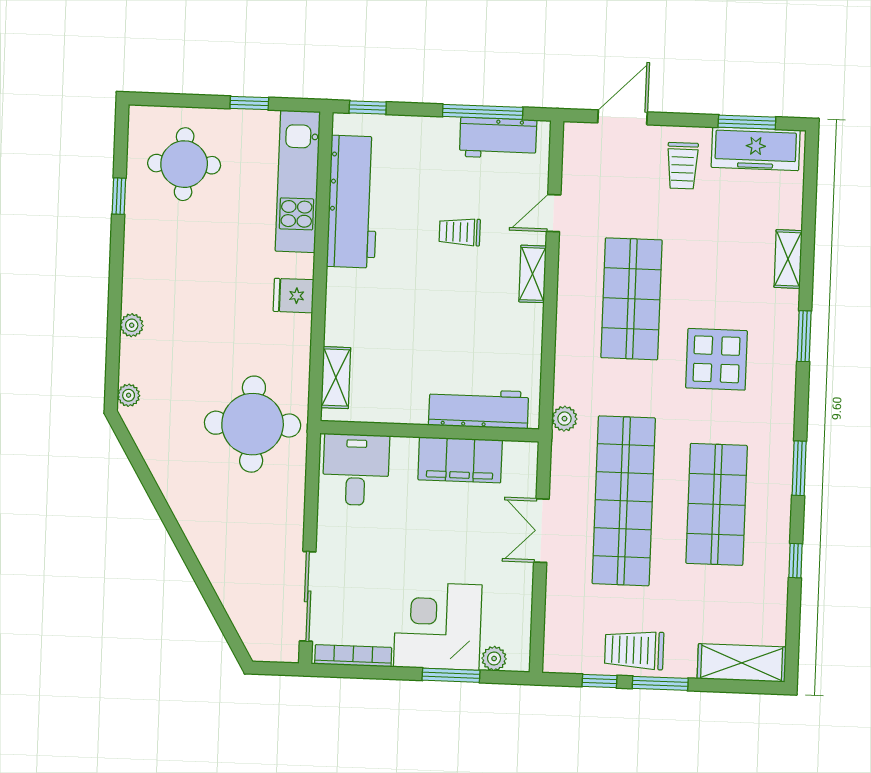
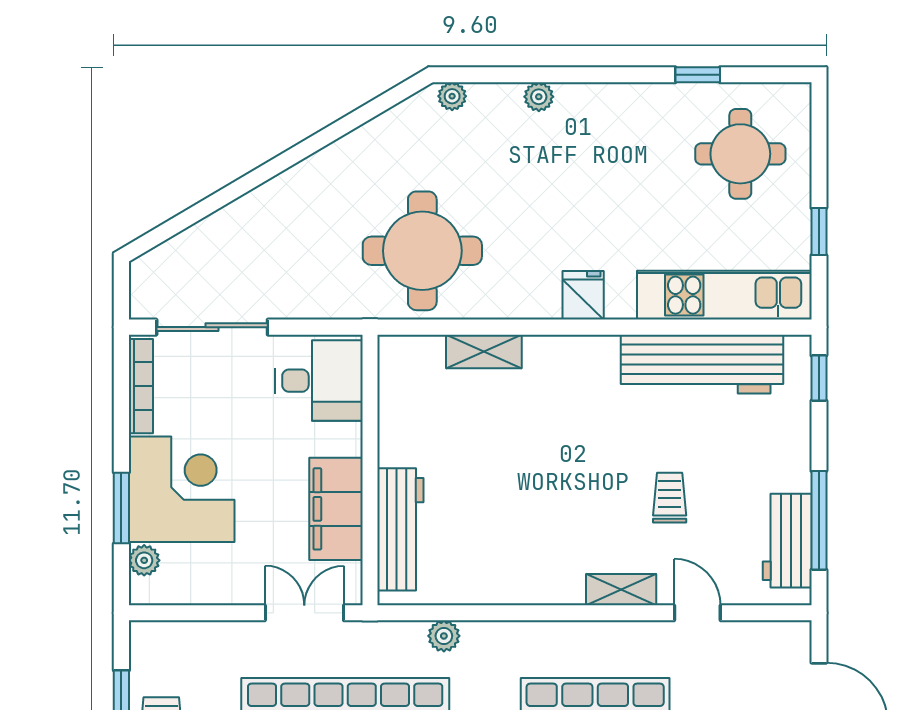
workbench: (479, 409) -> (400, 529), moved
wall: (430, 431) -> (370, 470), moved
filing cabinet: (460, 460) -> (336, 509), moved
desk: (356, 470) -> (319, 381), moved

